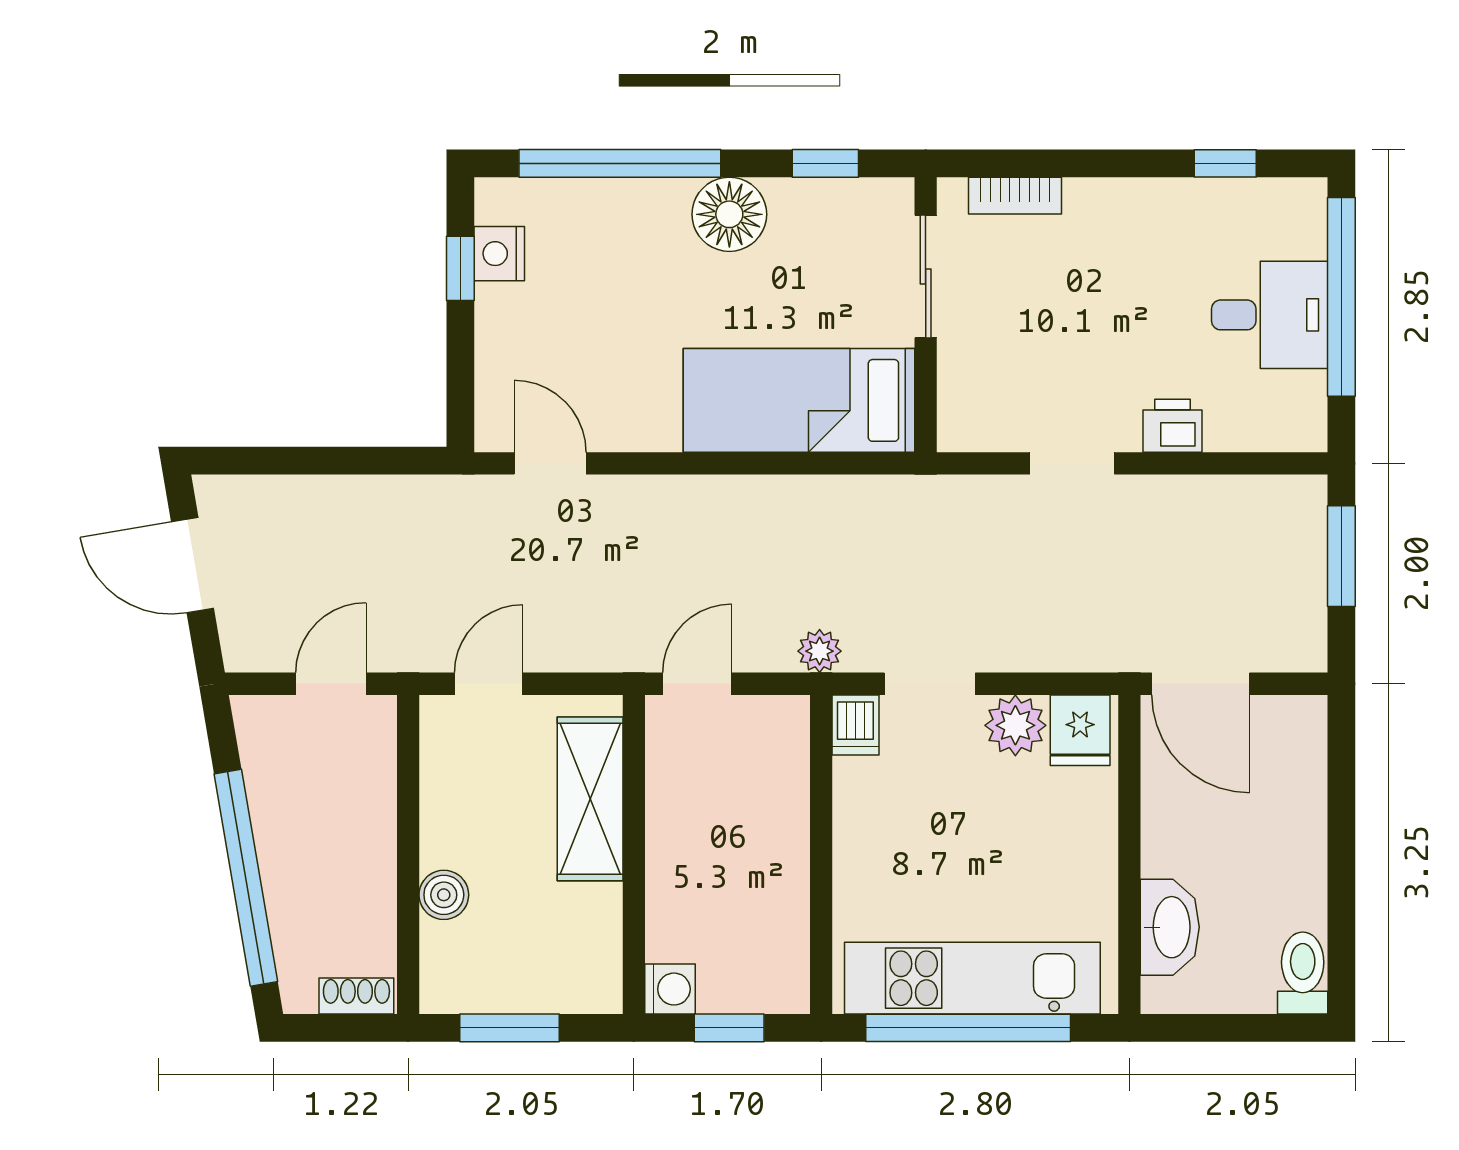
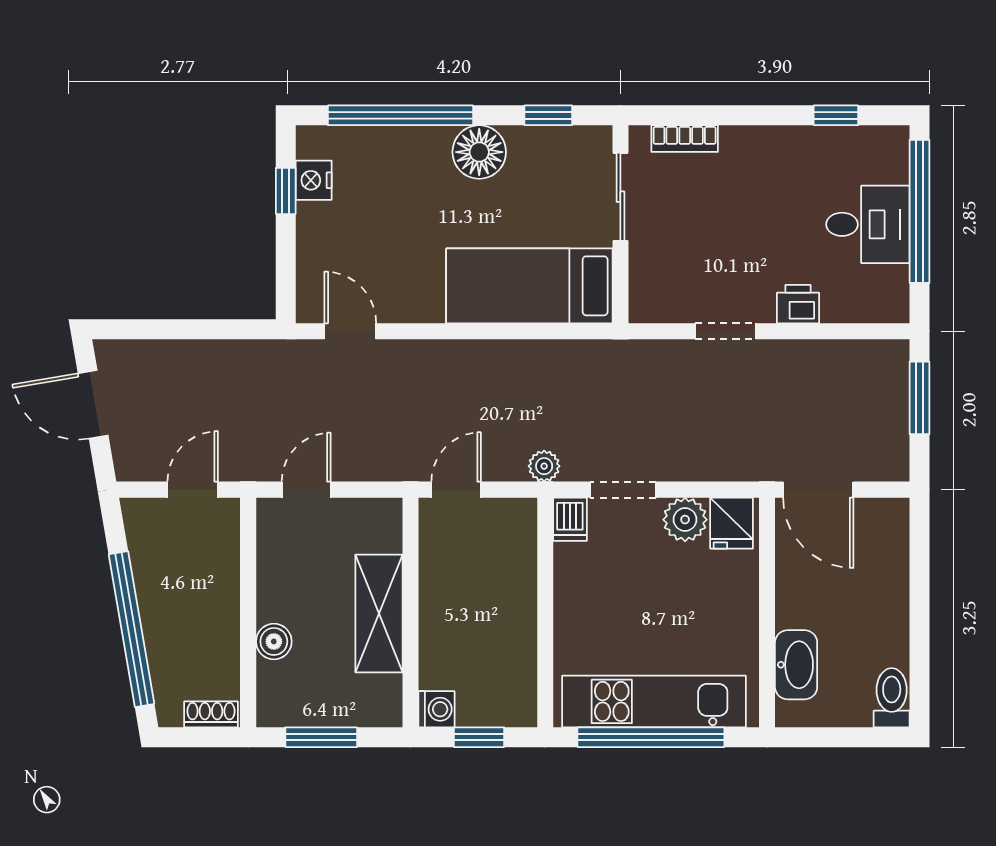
shelving: (590, 799) -> (379, 613), moved

